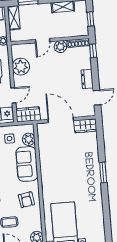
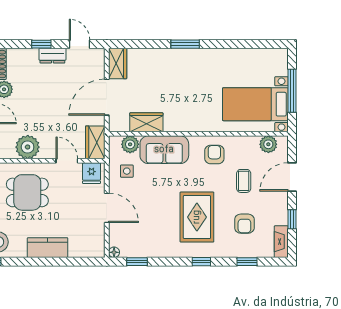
window: (93, 51) -> (41, 44), moved
wardrobe: (45, 150) -> (146, 122), added
armchair: (26, 200) -> (214, 154), turned -81

